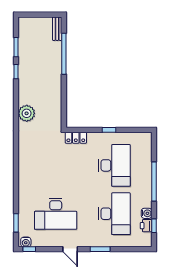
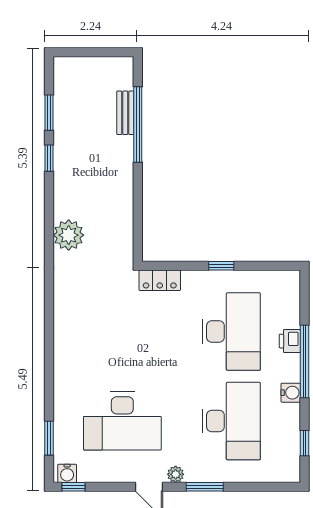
bench: (57, 29) -> (125, 113), moved
water cooler: (147, 213) -> (291, 393), moved
printer: (146, 226) -> (290, 341), moved
plant: (84, 242) -> (176, 474), added

